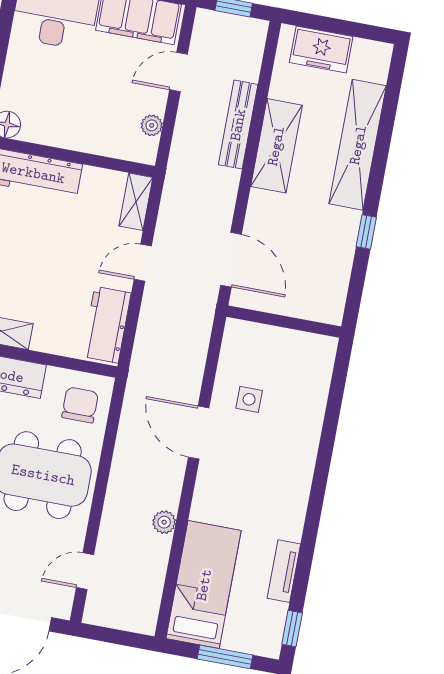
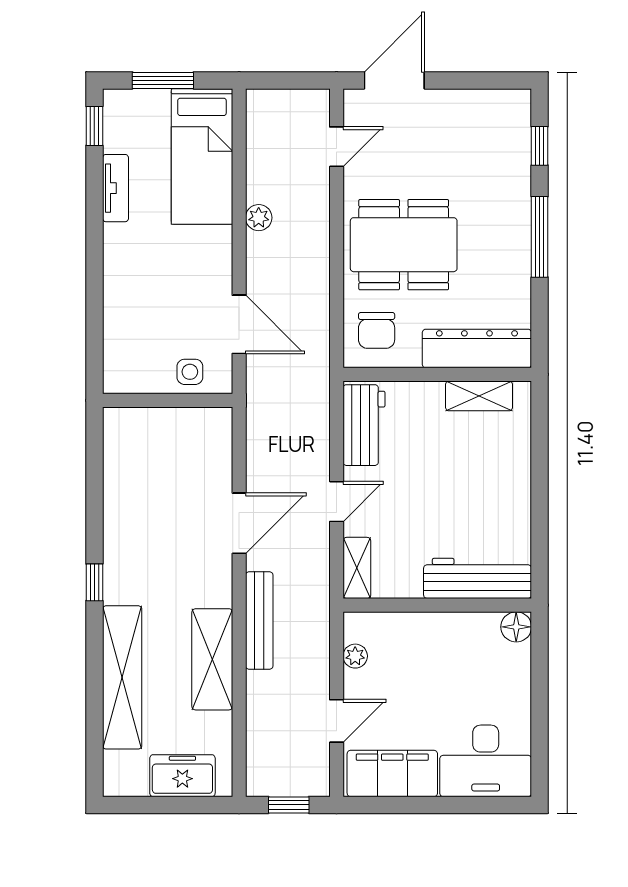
bench: (238, 125) -> (259, 621), moved
door: (231, 260) -> (239, 523), swing flipped
wall: (284, 322) -> (168, 400), moved

